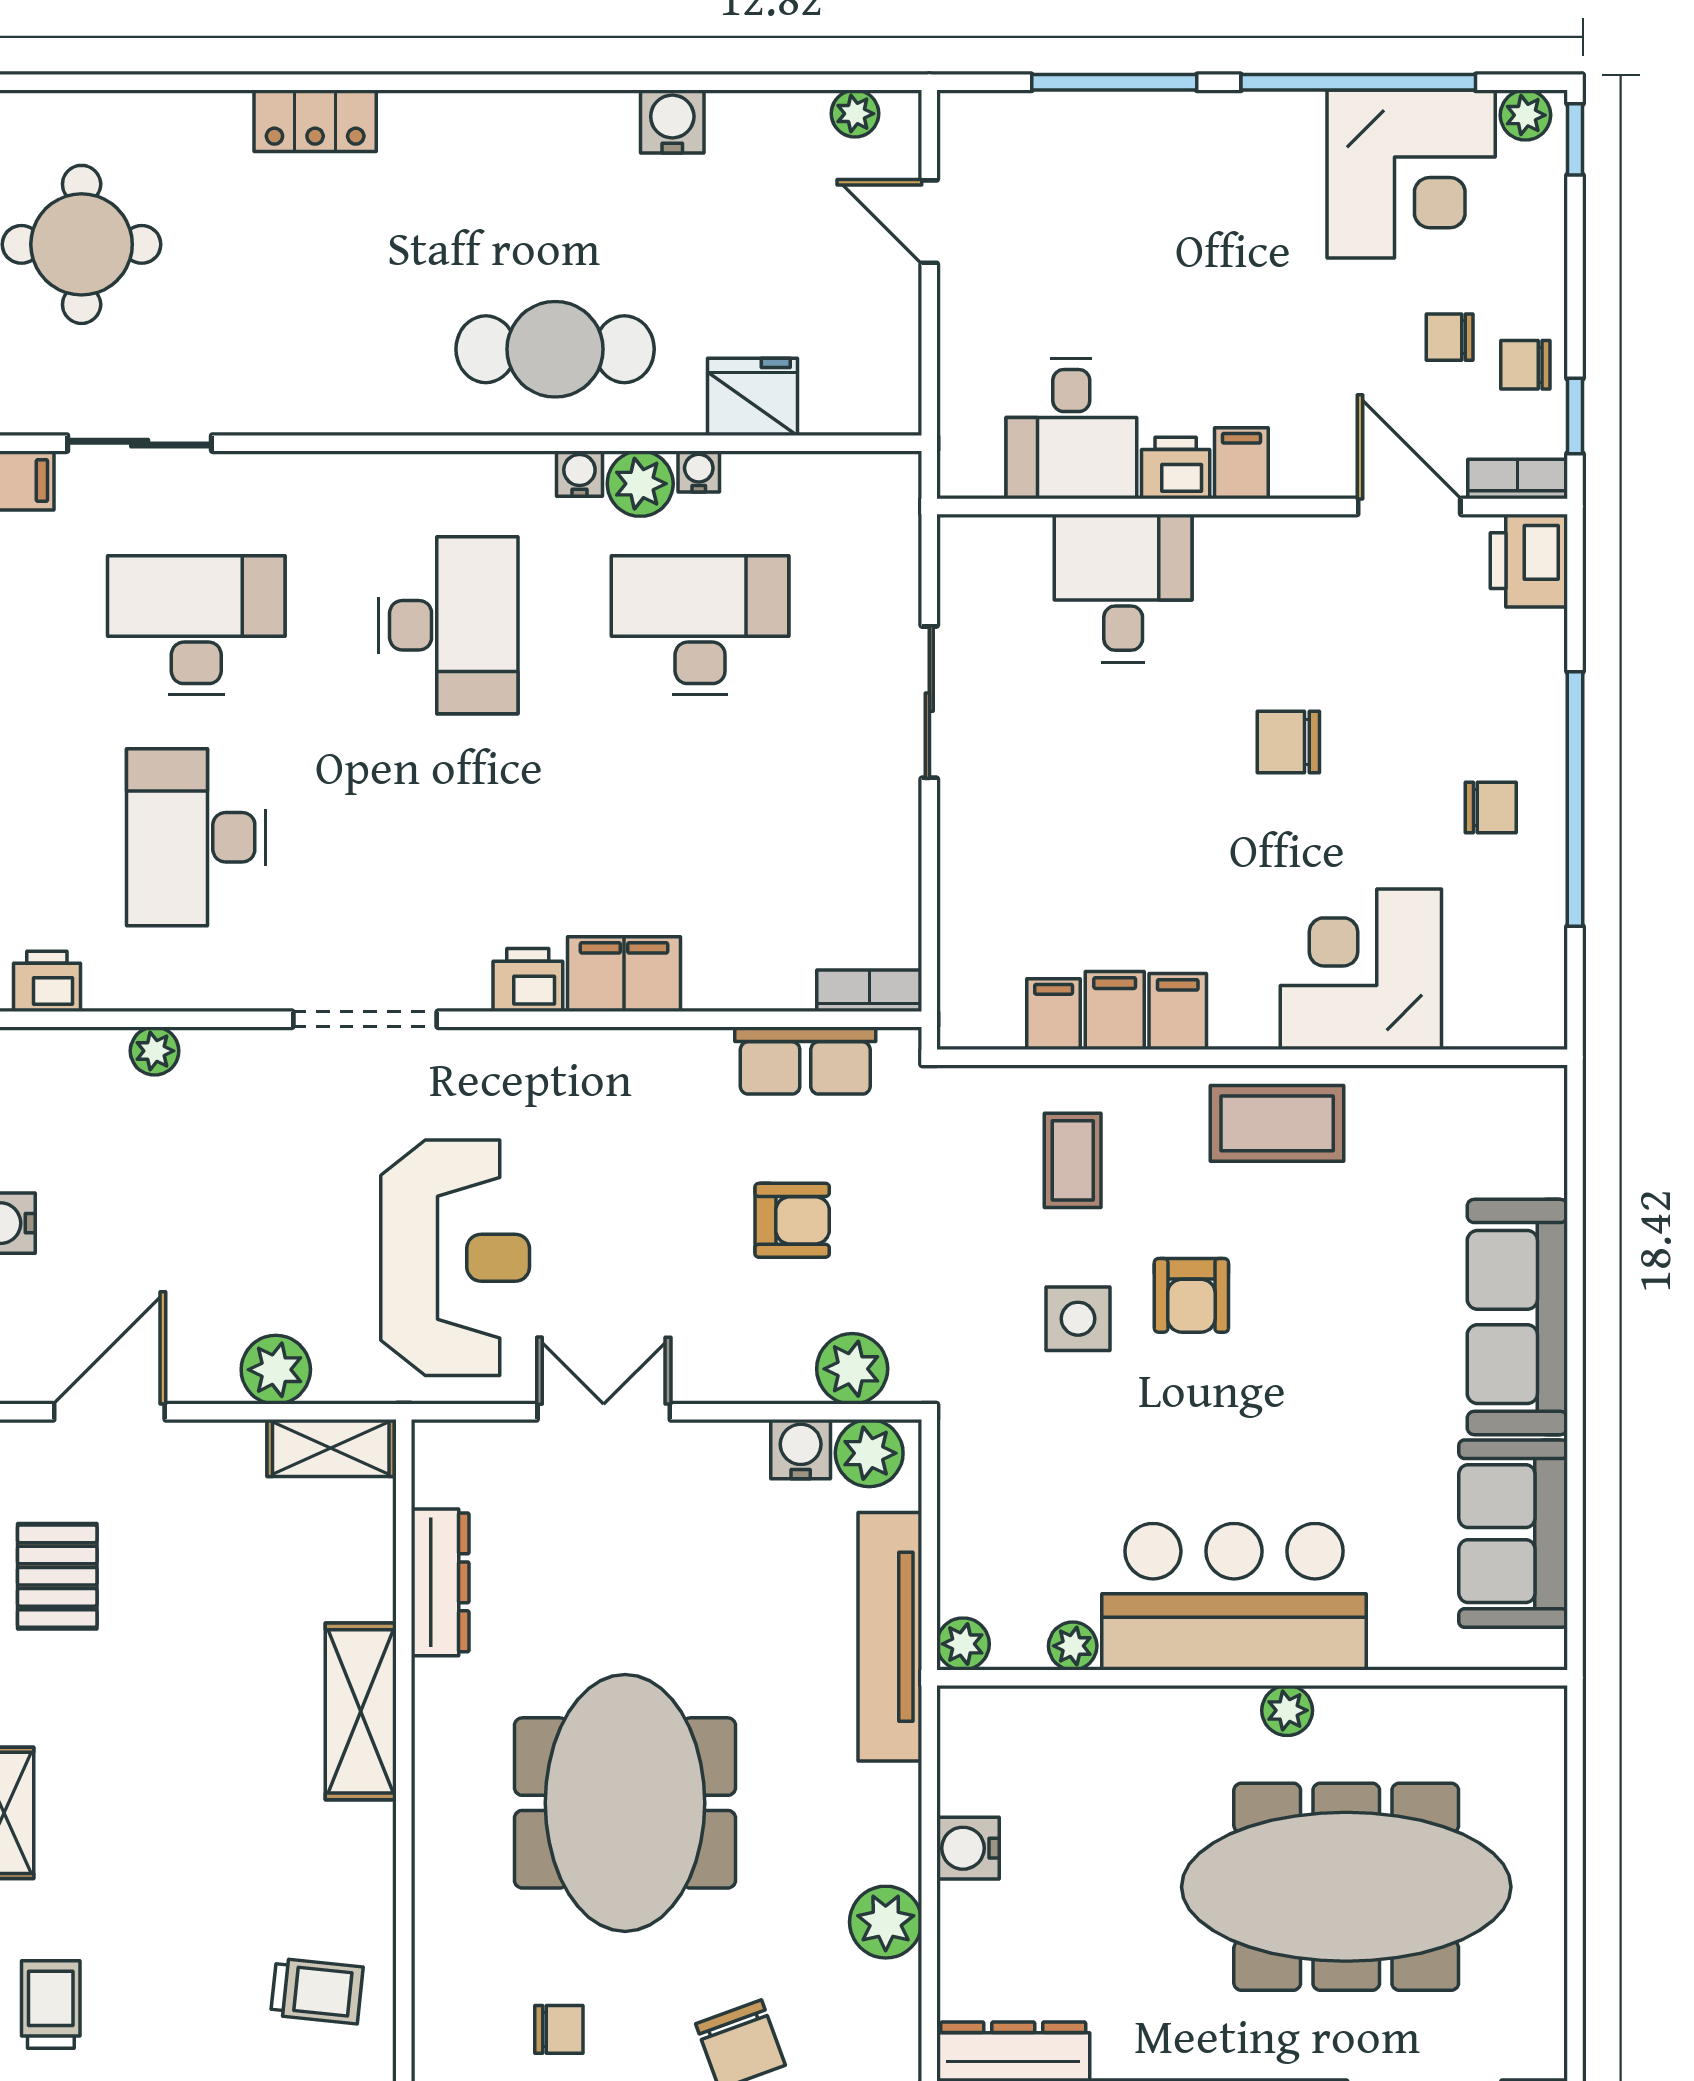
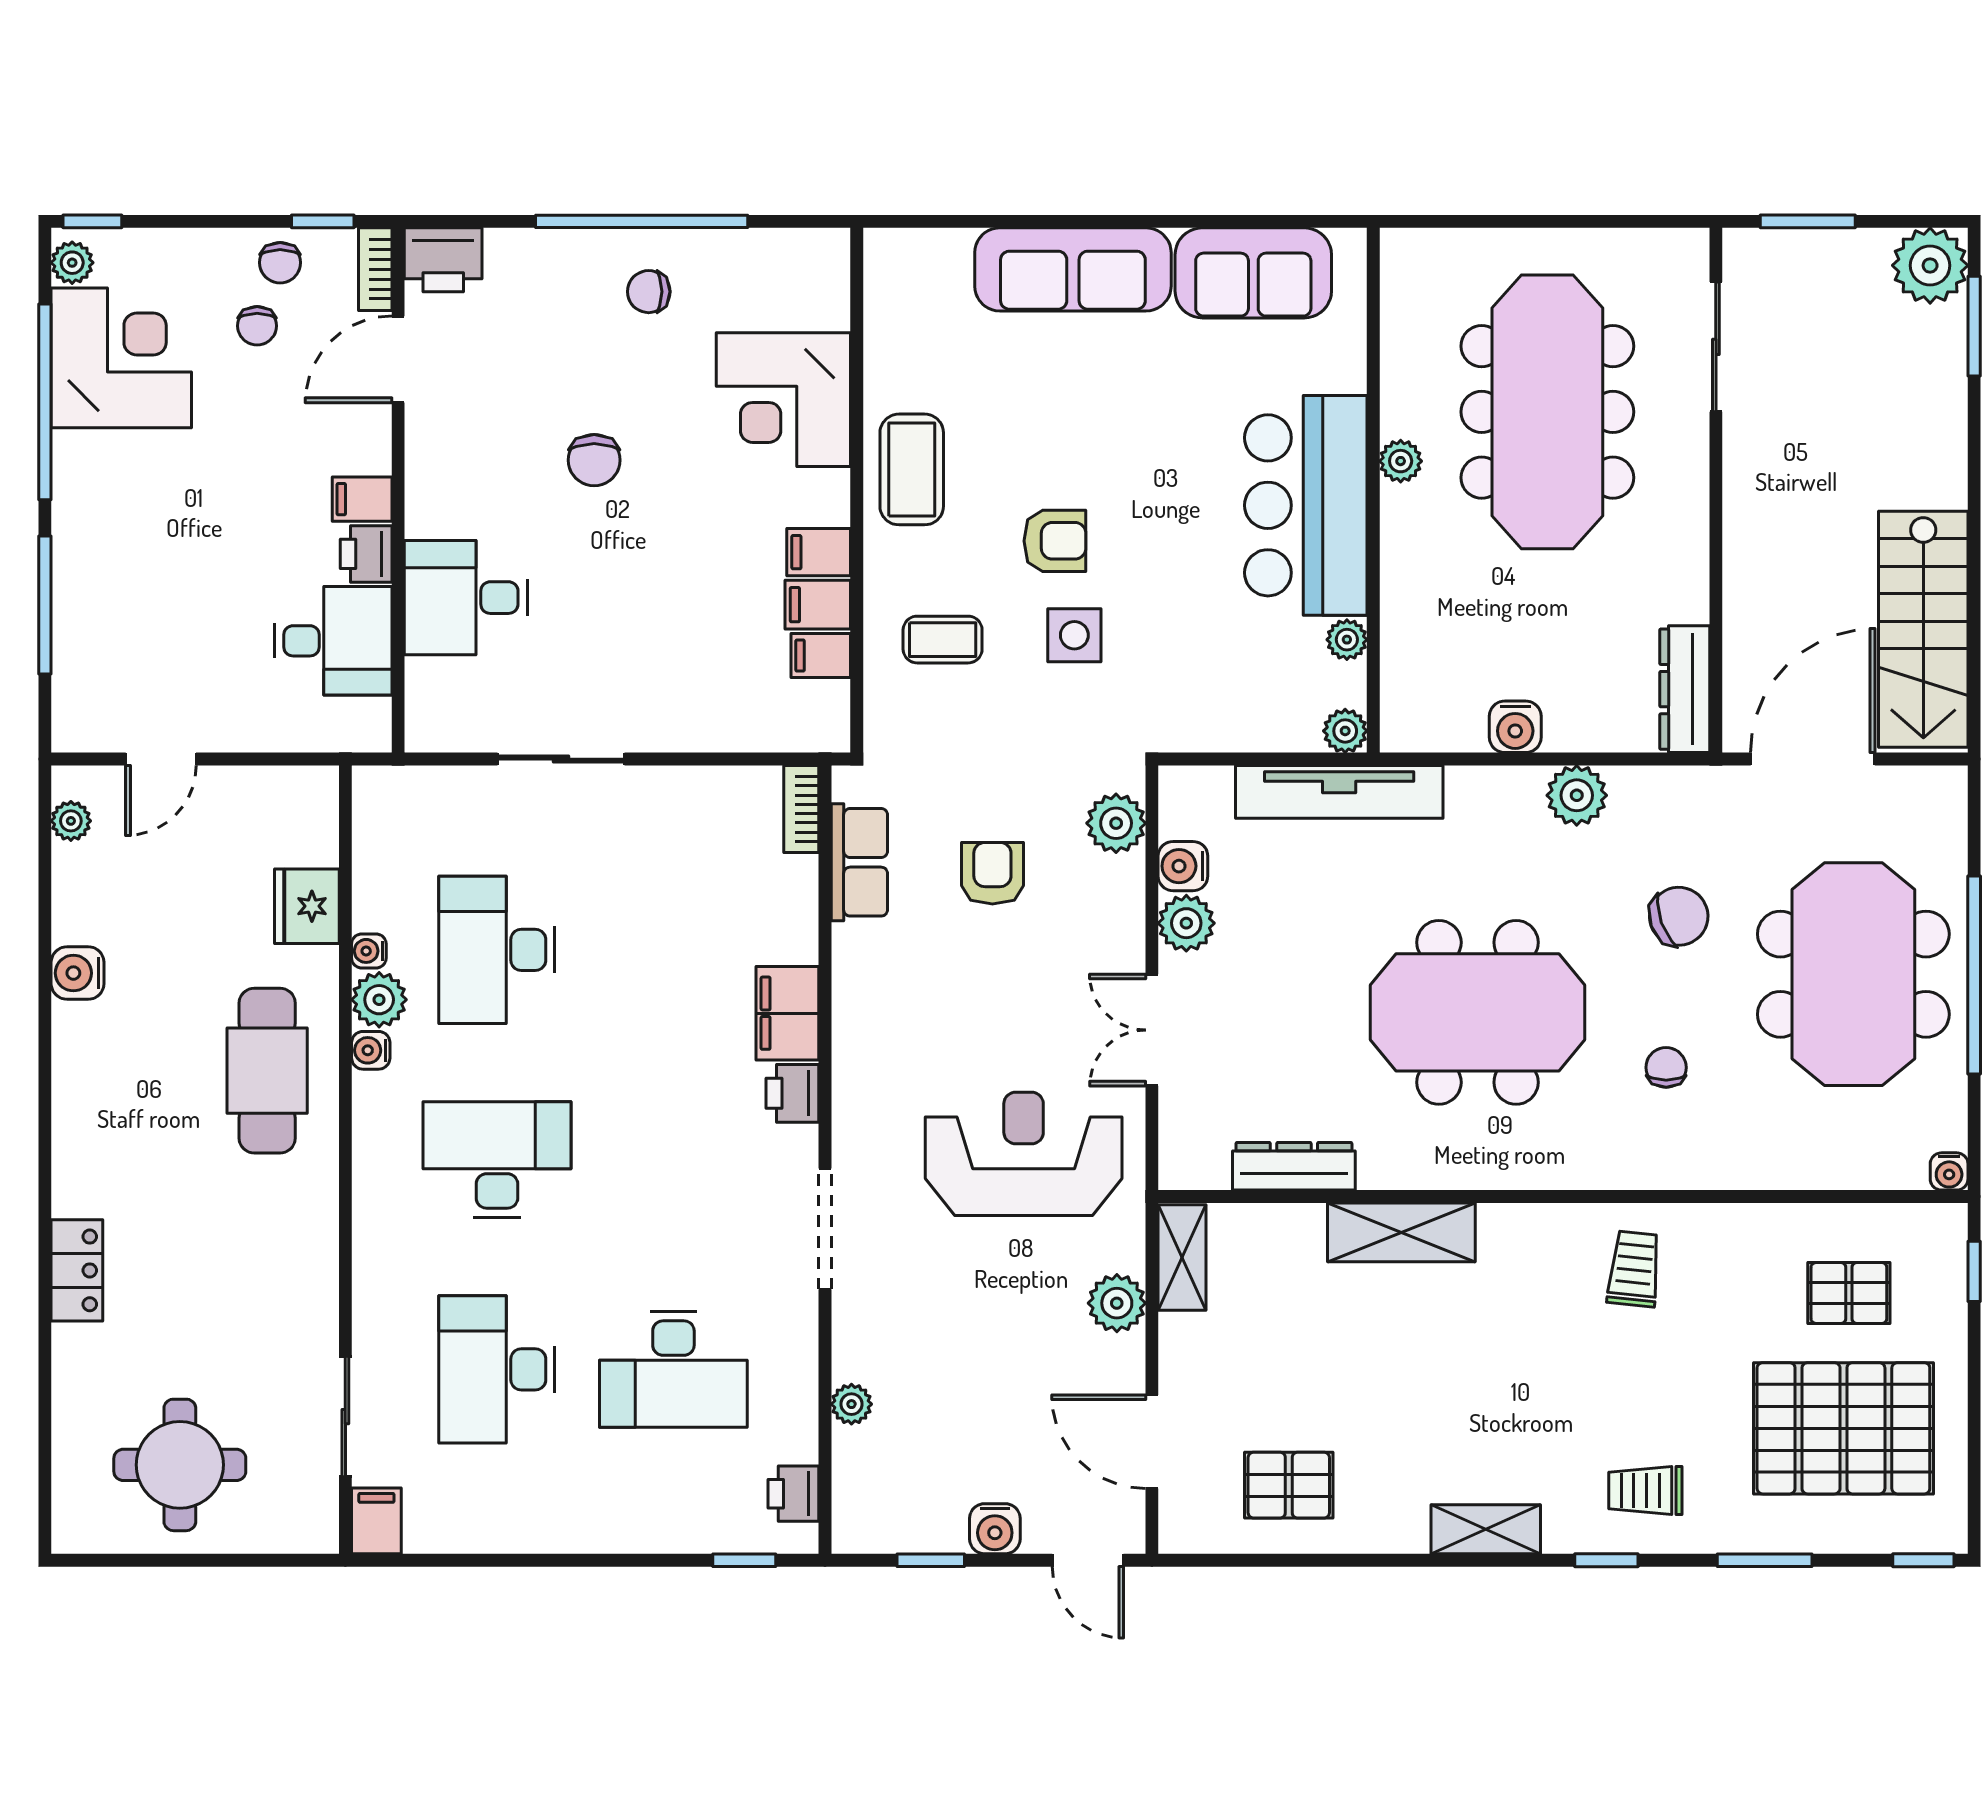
chair: (1491, 807) -> (649, 292), turned -90
plant: (869, 1453) -> (1186, 923), moved

